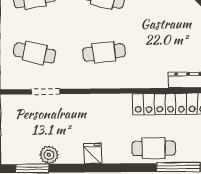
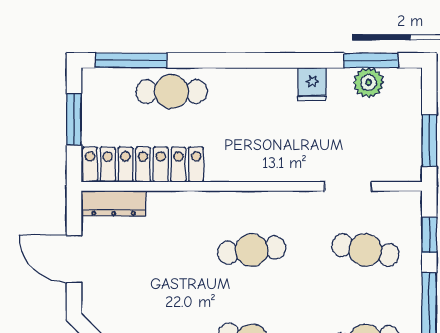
fridge: (93, 153) -> (312, 84), moved
plant: (49, 155) -> (369, 83), moved

